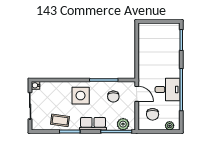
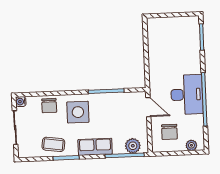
desk: (168, 89) -> (187, 95), width x1.37
chair: (113, 97) -> (49, 106), moved

